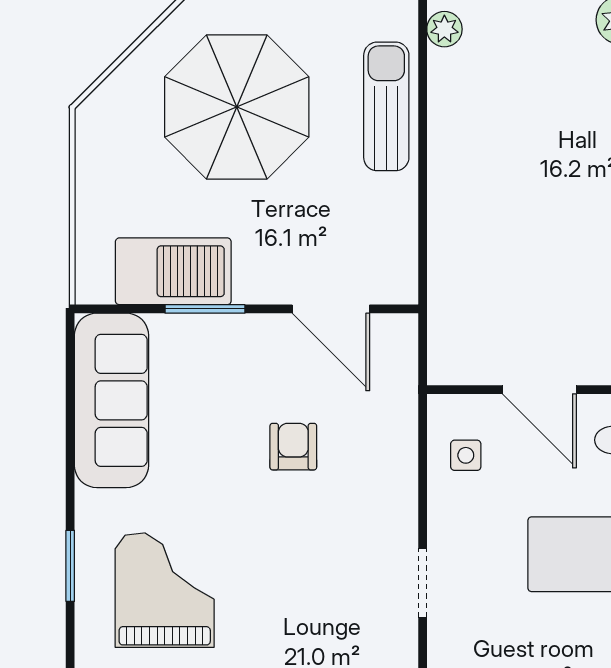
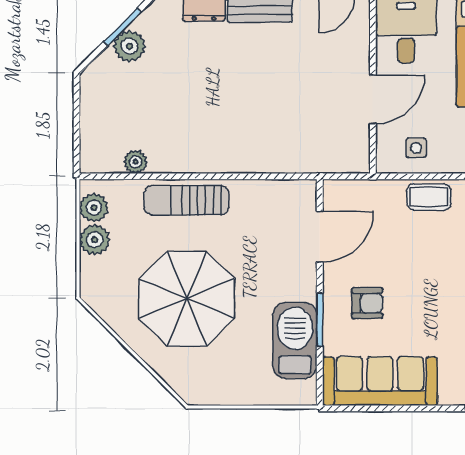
armchair: (293, 447) -> (367, 303), moved, turned 180
coffee table: (391, 475) -> (429, 197), added

